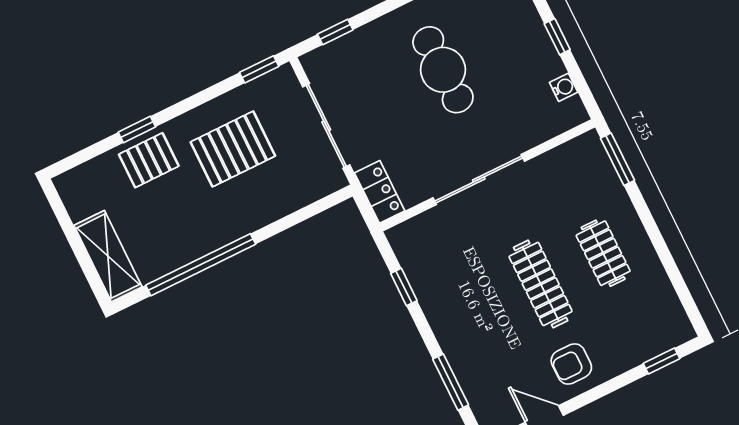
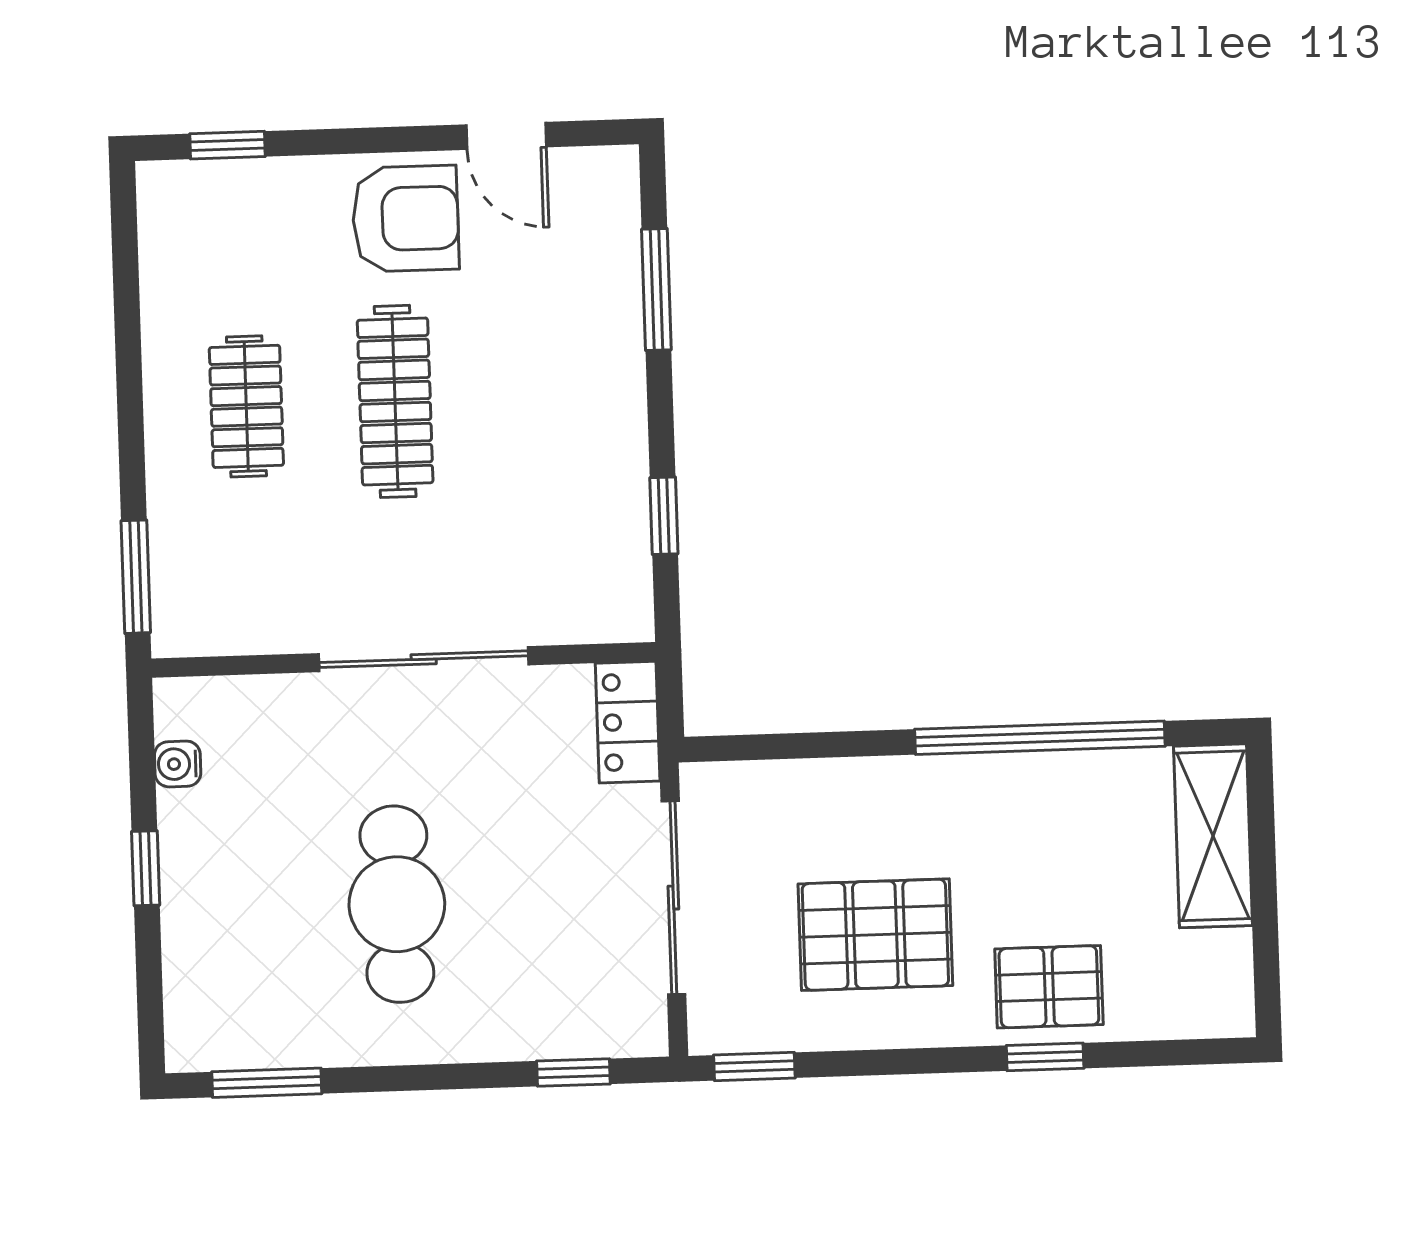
armchair: (571, 364) -> (406, 219), width x1.38, depth x1.38

